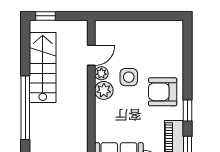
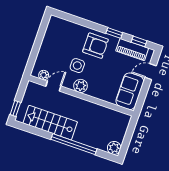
door: (91, 55) -> (53, 86), hinge flipped
plant: (101, 73) -> (44, 75), moved
armchair: (163, 92) -> (95, 46), turned -90

